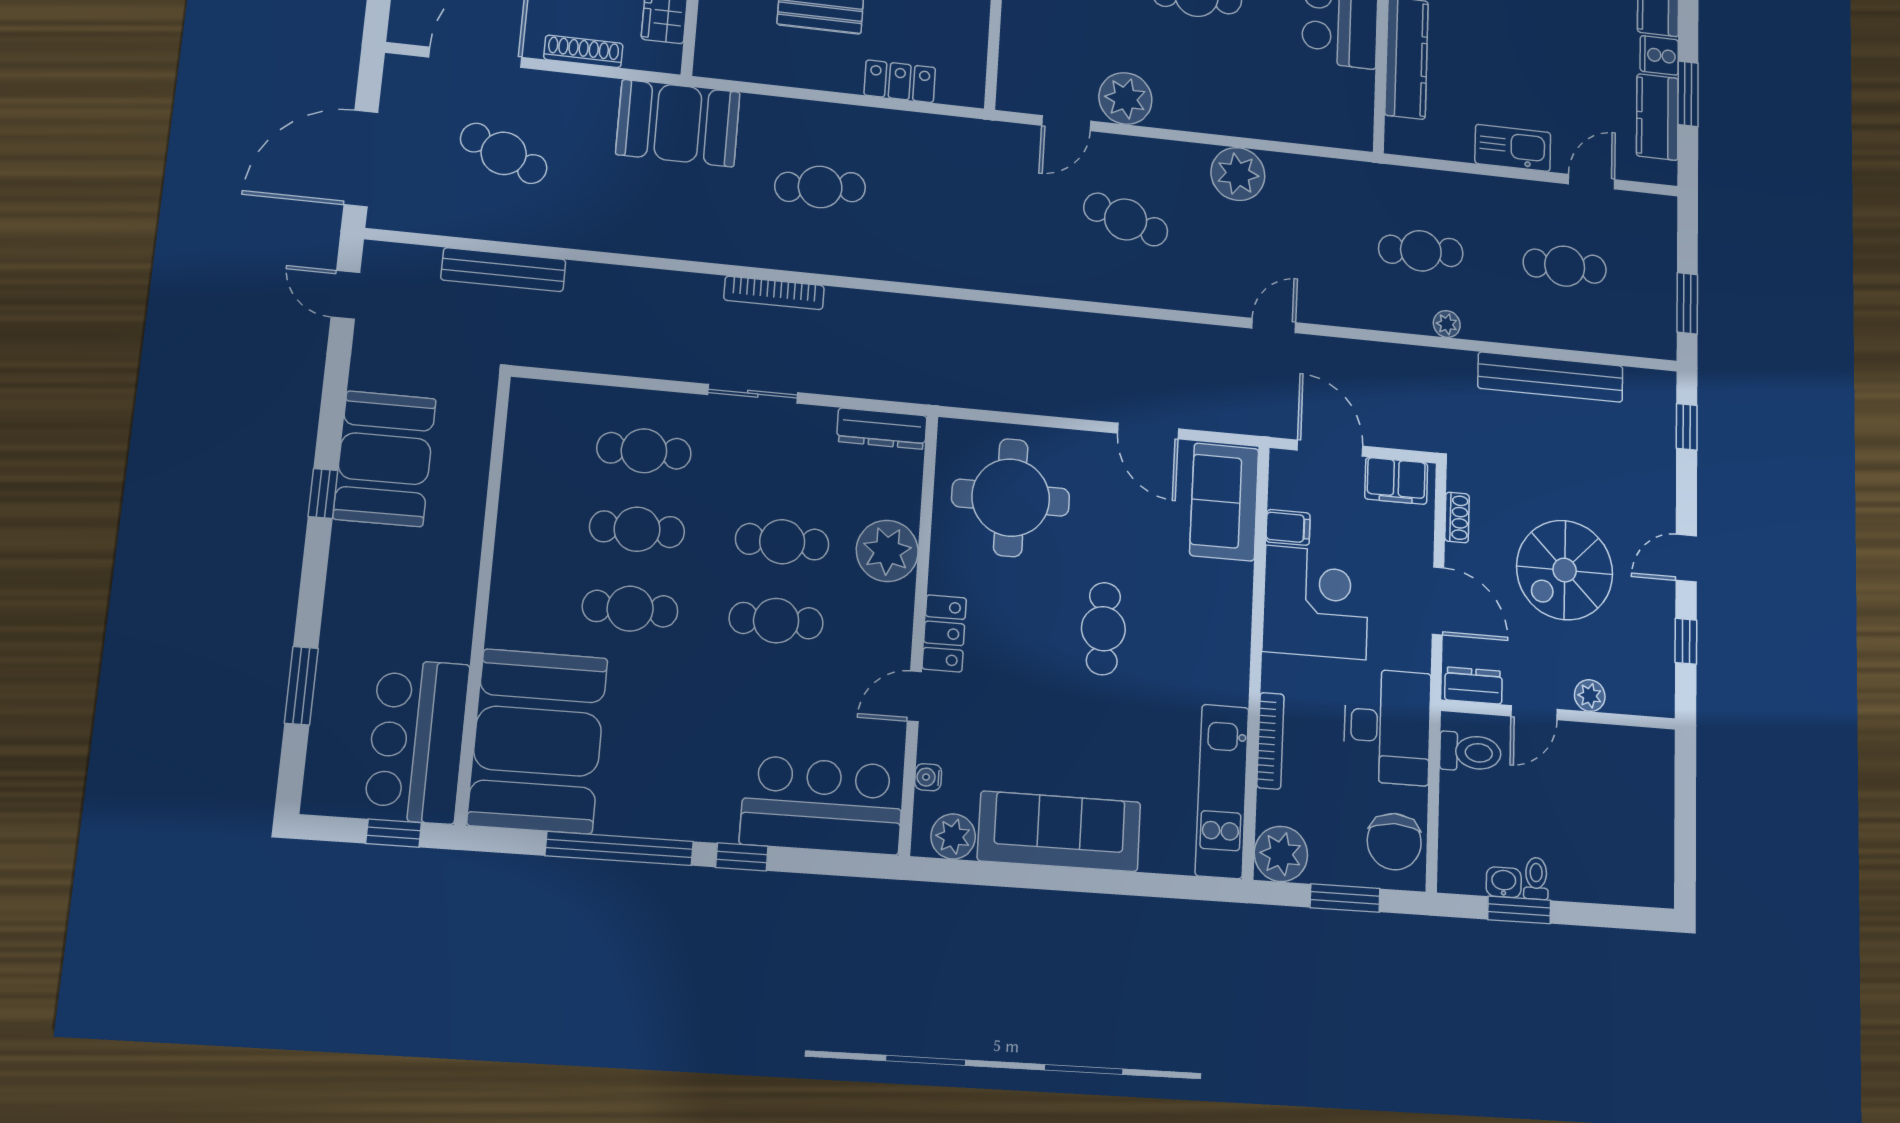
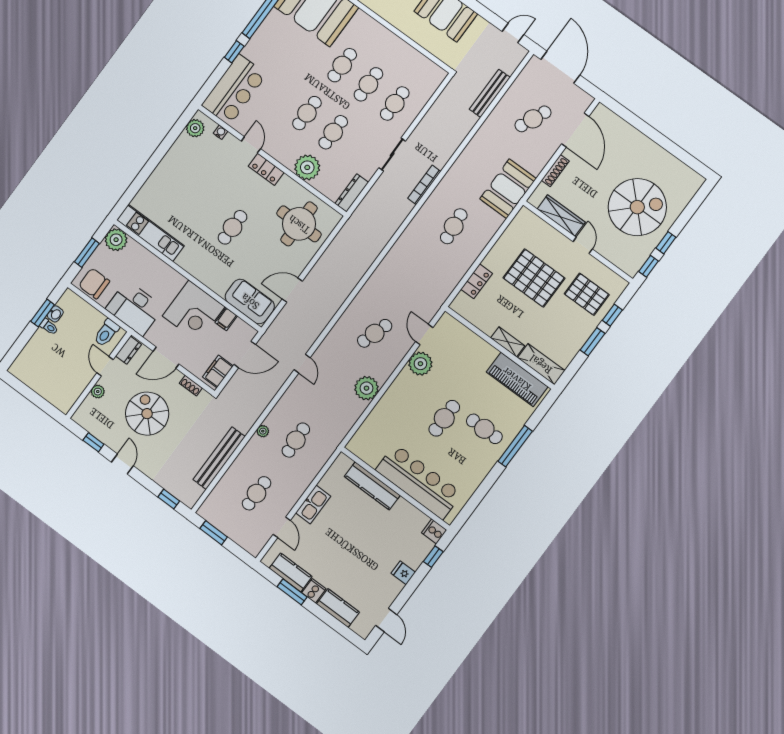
cafe table: (1103, 629) -> (233, 227), turned 90
bookcase: (1270, 741) -> (156, 262), removed
sofa: (1059, 831) -> (173, 166), removed

